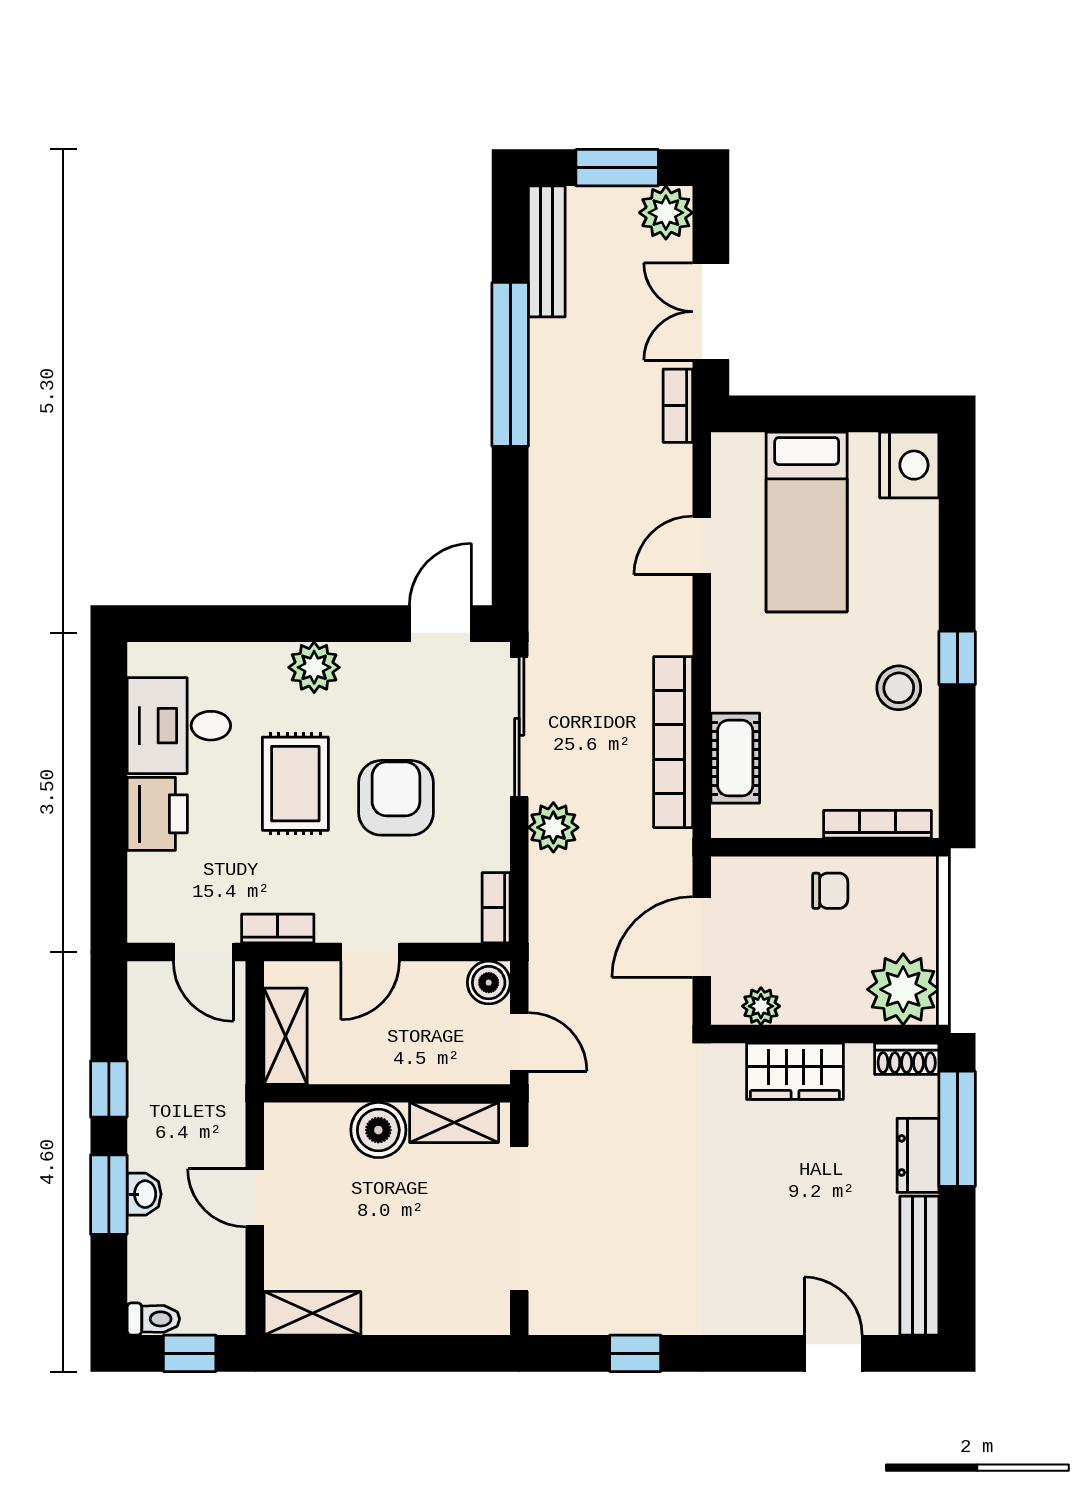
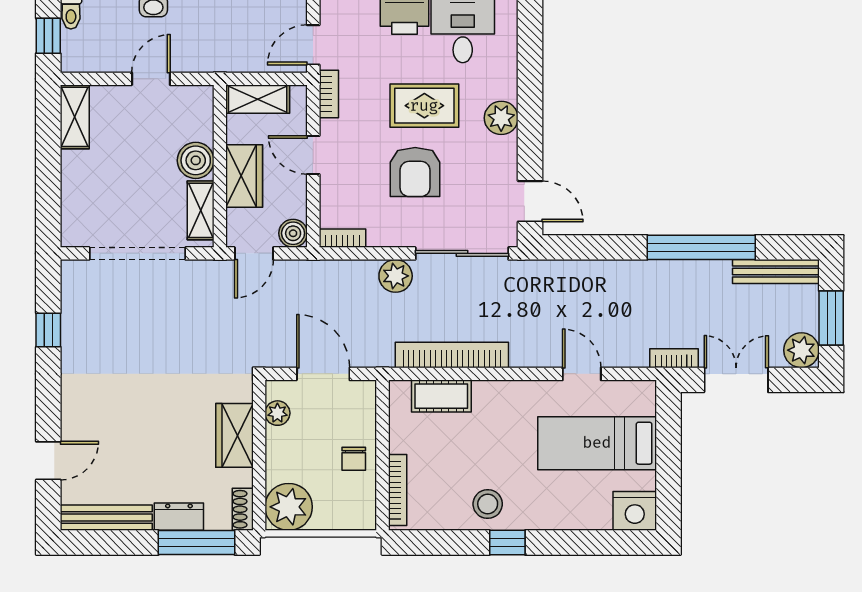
armchair: (396, 798) -> (415, 172), turned 90
wardrobe: (402, 1057) -> (244, 176), added

